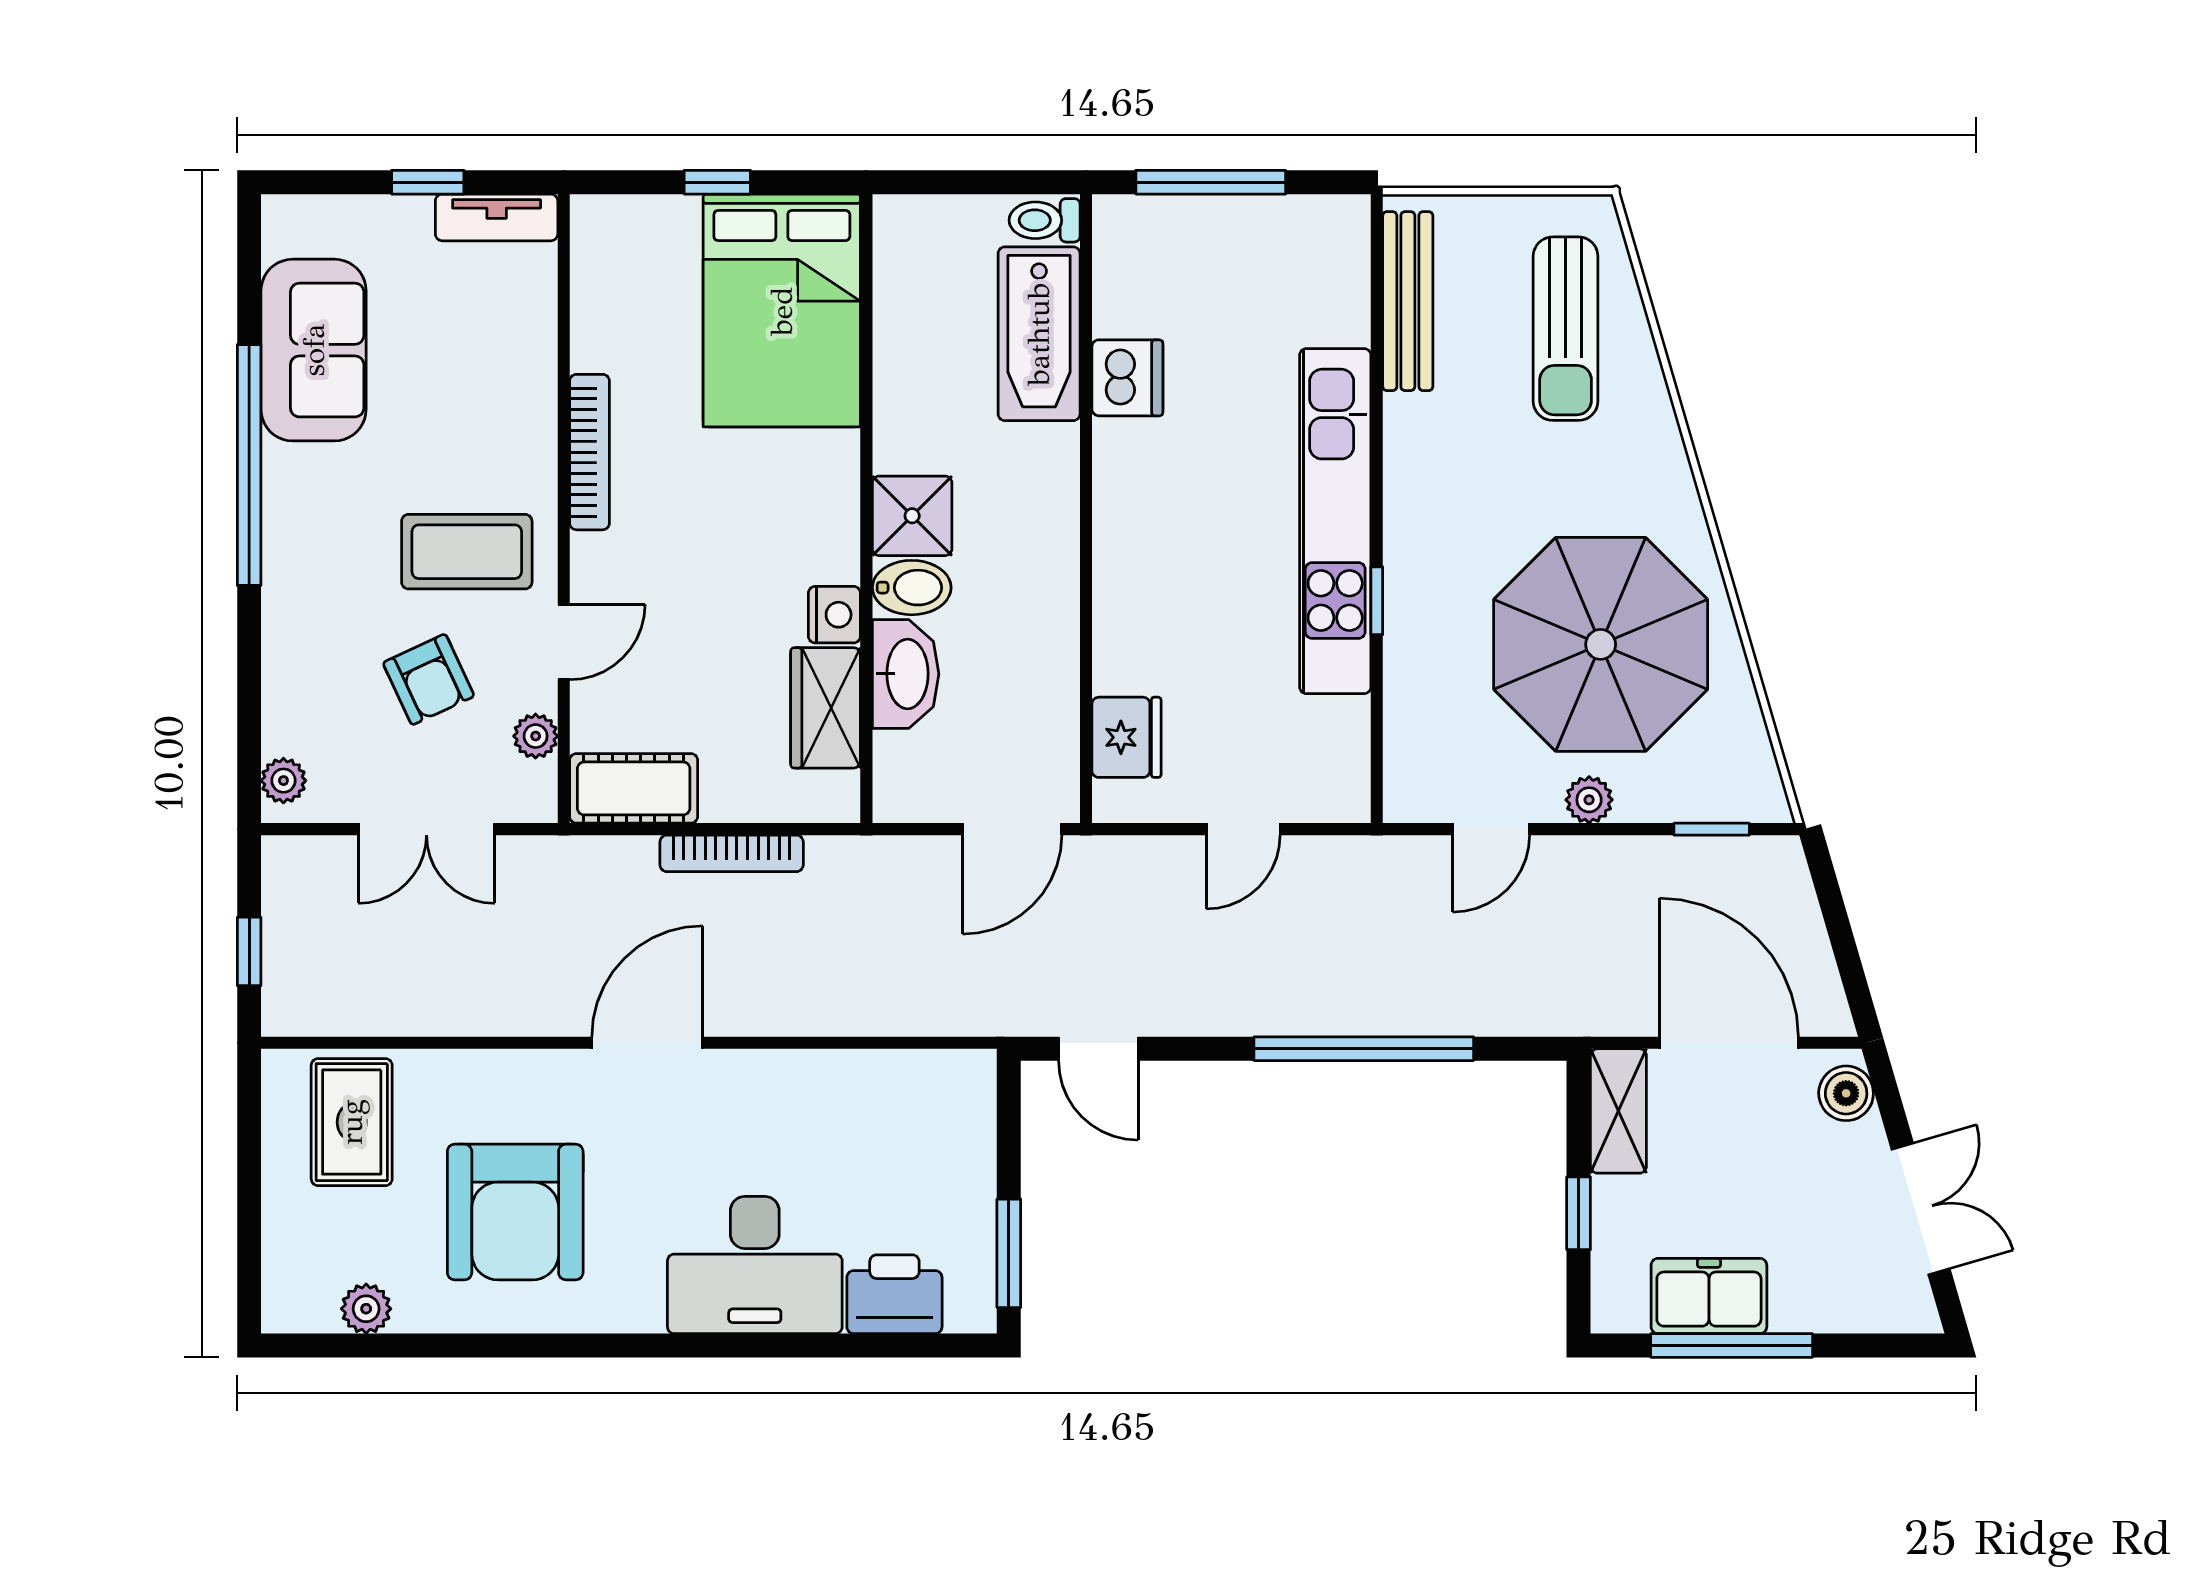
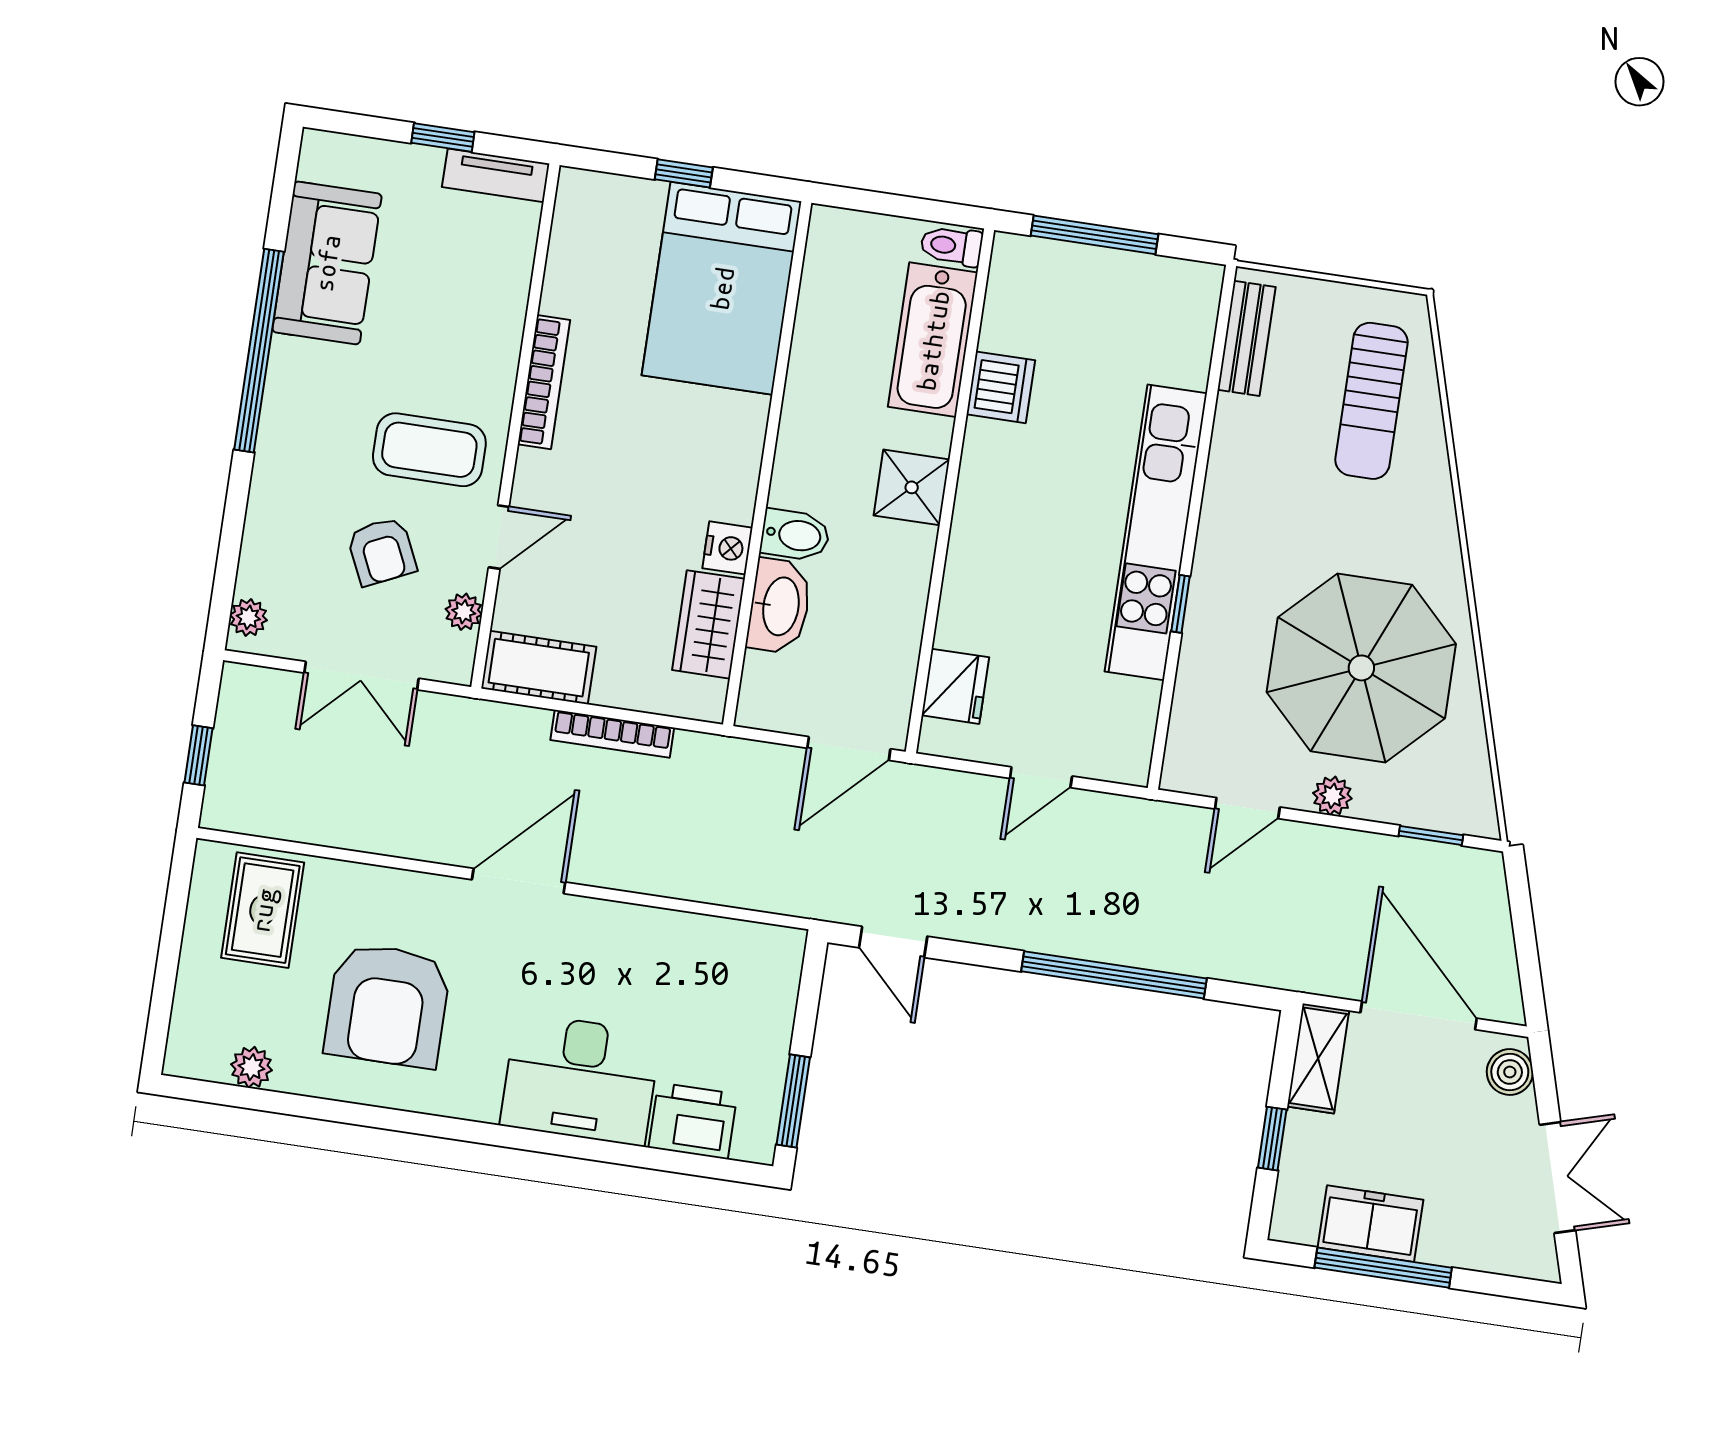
bench: (1408, 301) -> (1247, 338), width x0.73
shower: (912, 516) -> (912, 487), moved

